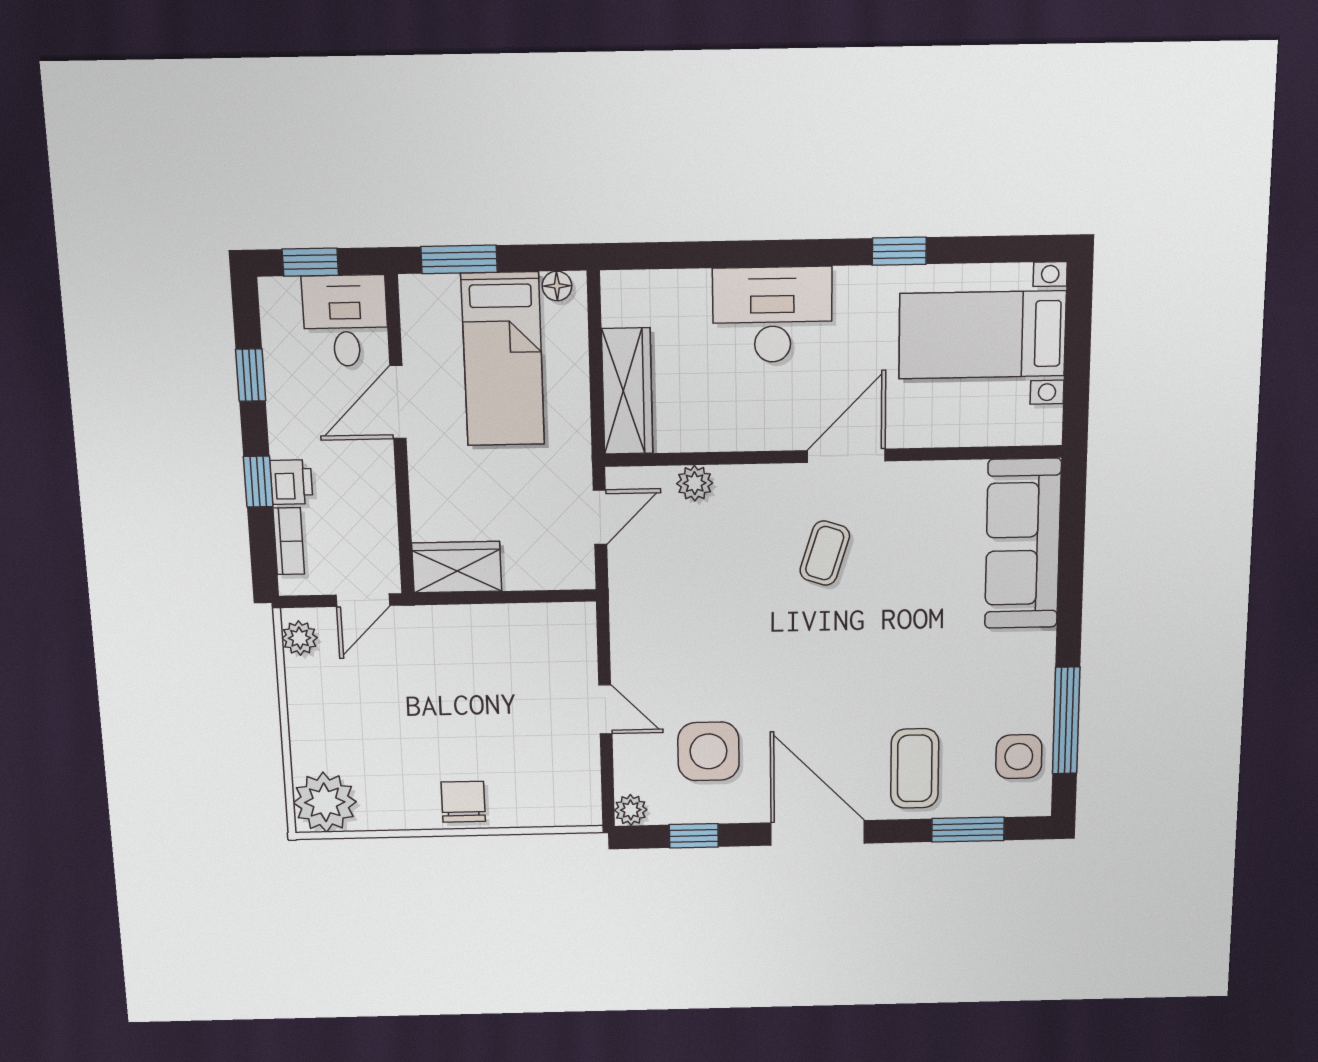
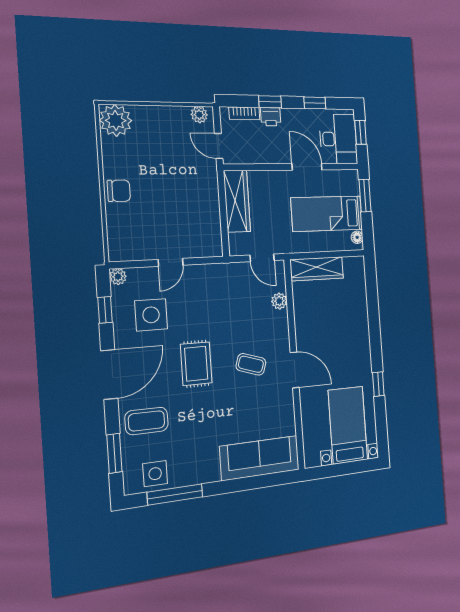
desk: (772, 315) -> (351, 331), removed
desk: (345, 321) -> (338, 139), width x1.37
wardrobe: (457, 567) -> (237, 201), width x1.50
rug: (813, 667) -> (196, 364), added

